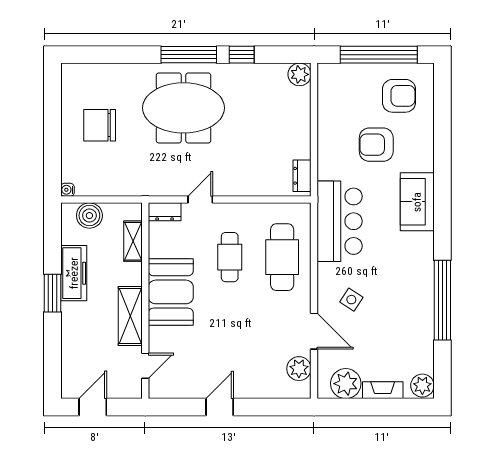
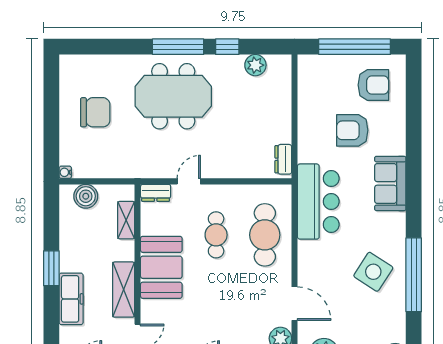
plant: (300, 74) -> (255, 65), moved
chair: (100, 125) -> (95, 112), turned 180
freezer: (74, 273) -> (71, 299), moved
side table: (351, 300) -> (373, 272), moved, width x1.87, depth x1.87

